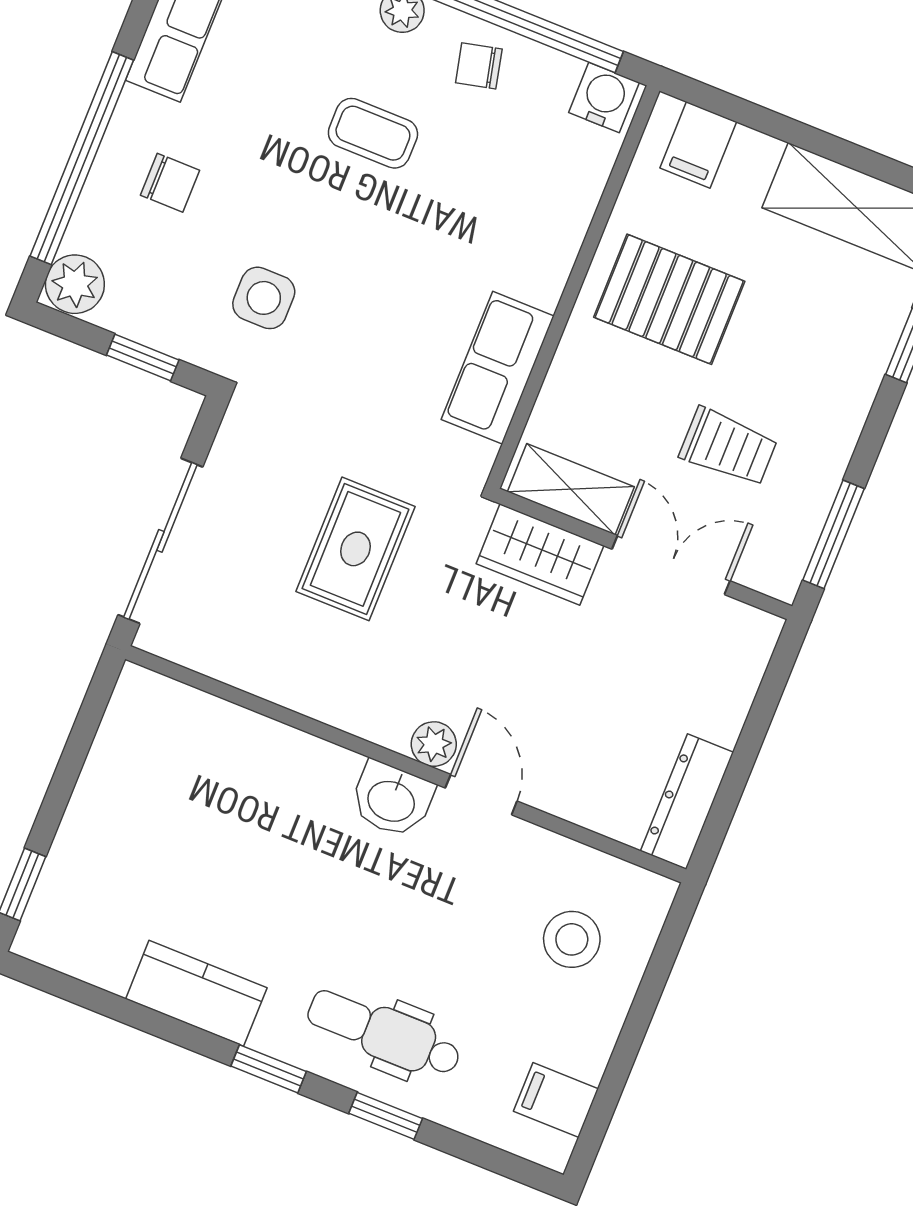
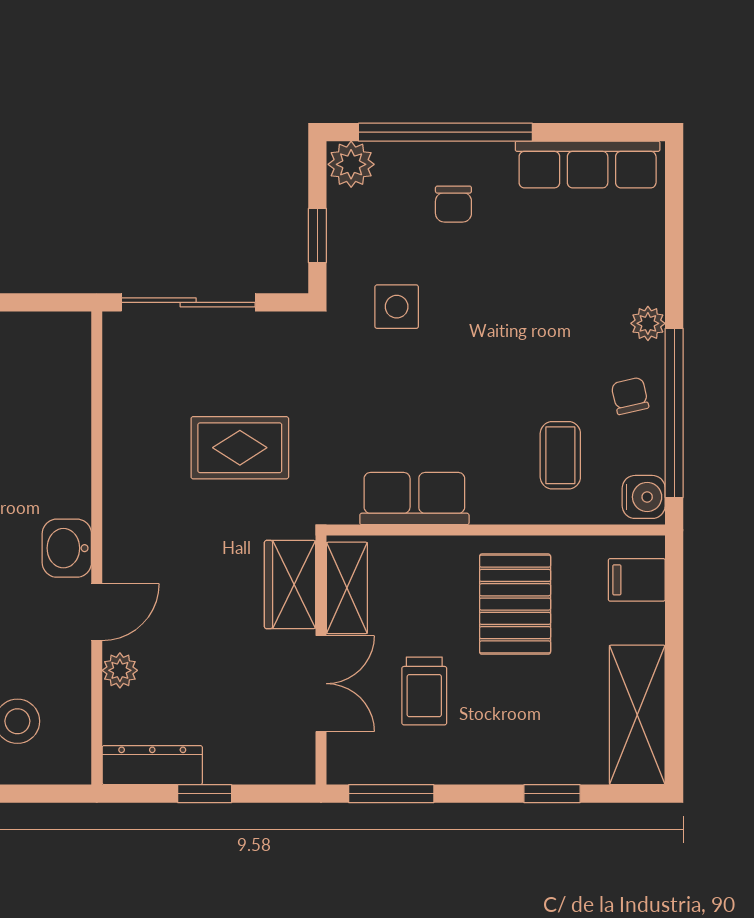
coffee table: (373, 133) -> (560, 455), moved
plant: (434, 744) -> (120, 670), moved
window: (745, 754) -> (205, 794), added

